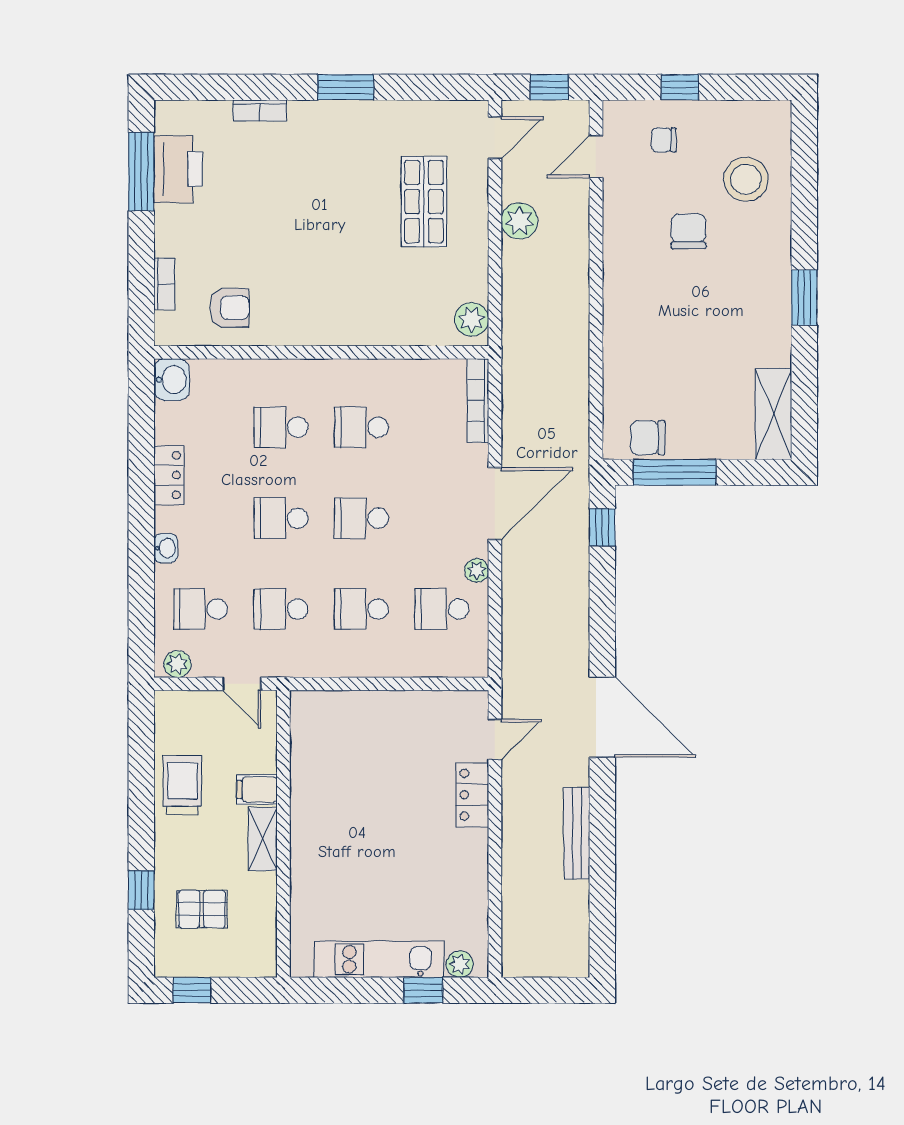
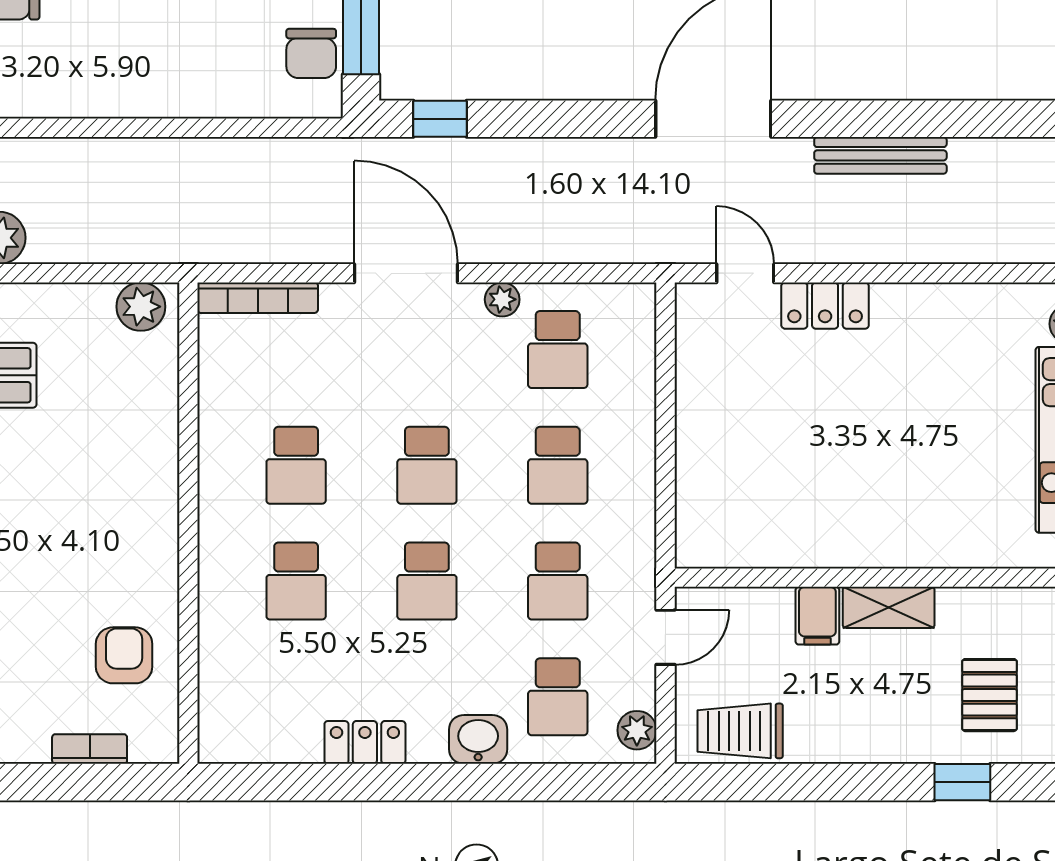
washbasin: (172, 380) -> (228, 738), removed
washbasin: (166, 548) -> (478, 739), width x1.38, depth x1.45
trolley: (182, 785) -> (740, 731), moved

